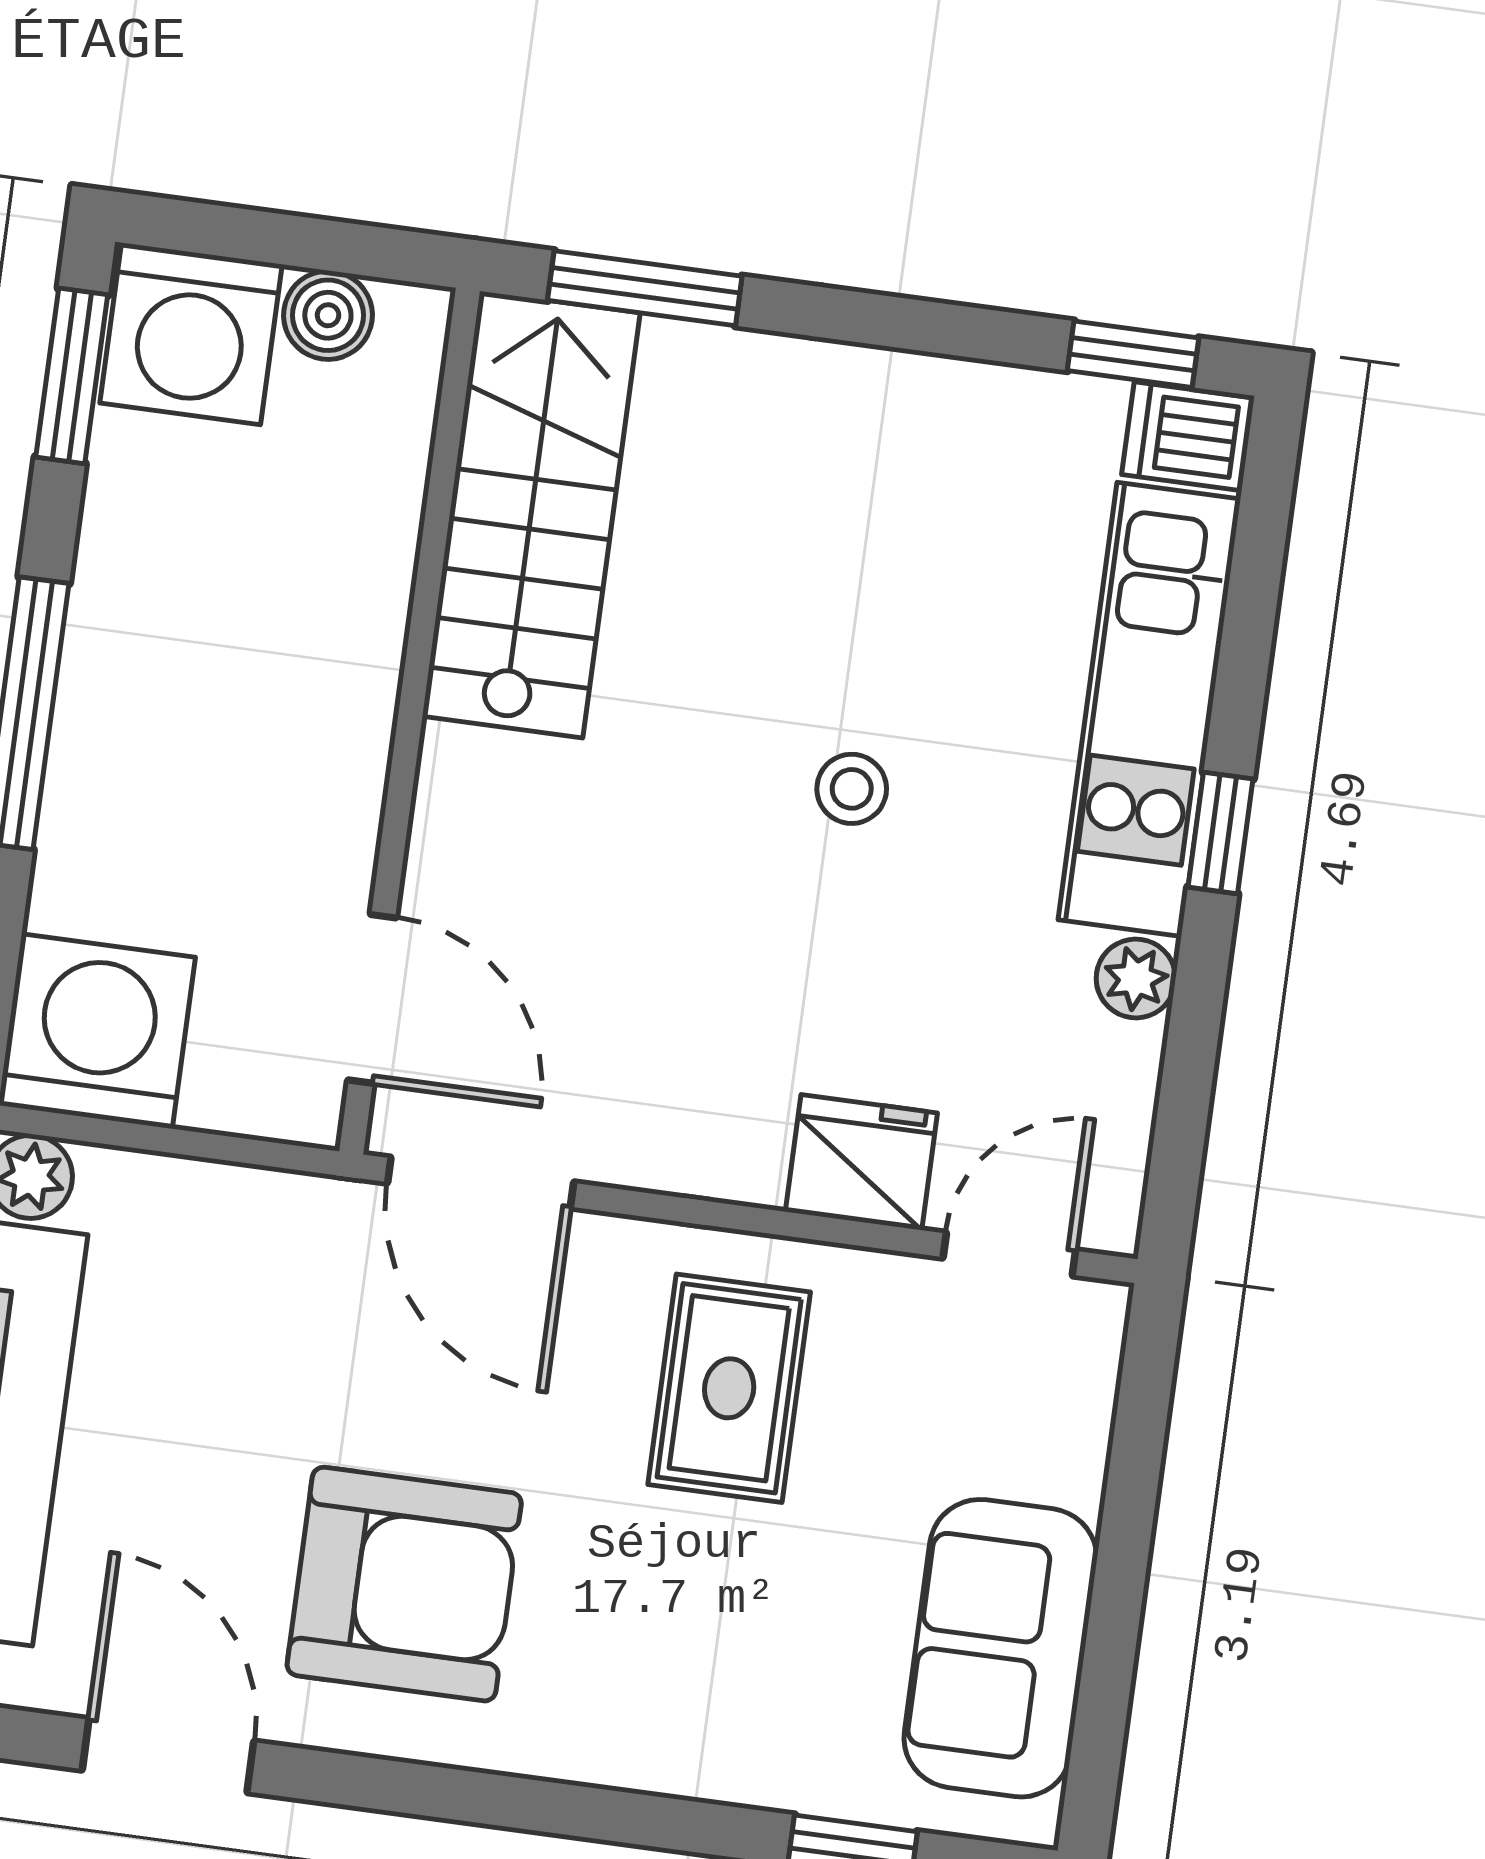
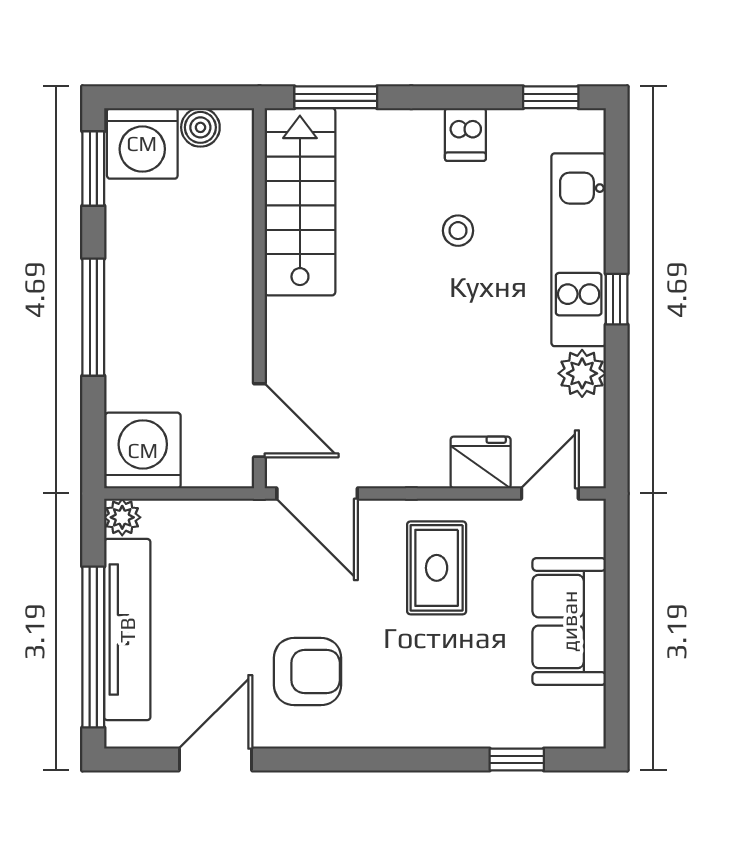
dishwasher: (1188, 436) -> (465, 134), moved, turned -90
stool: (852, 789) -> (458, 231), moved
plant: (1136, 978) -> (582, 373), width x1.38, depth x1.38
armchair: (404, 1584) -> (308, 672), width x0.73, depth x0.73
sofa: (1000, 1648) -> (569, 621), moved
door: (168, 1756) -> (215, 760), hinge flipped

